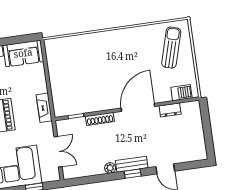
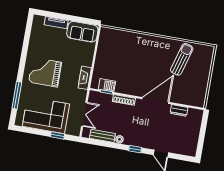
sun lounger: (171, 48) -> (182, 59), moved
barbecue: (181, 93) -> (107, 85), moved
bench: (132, 164) -> (102, 136), moved

